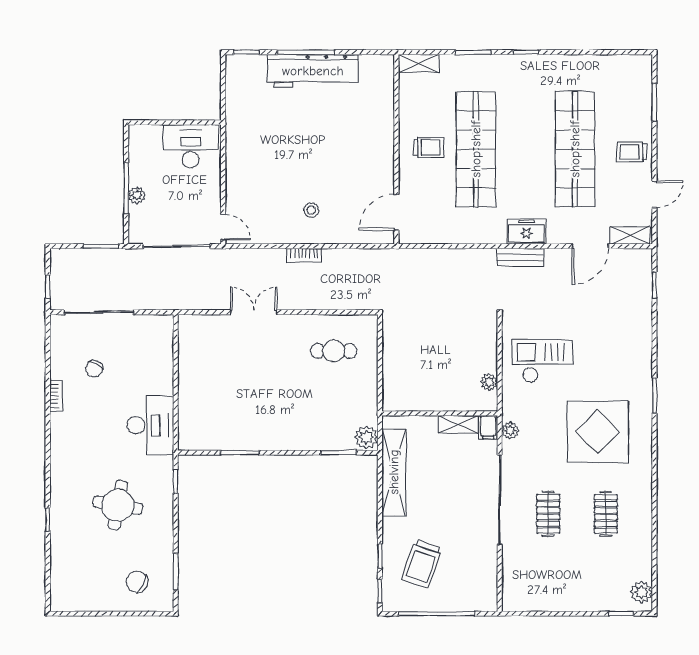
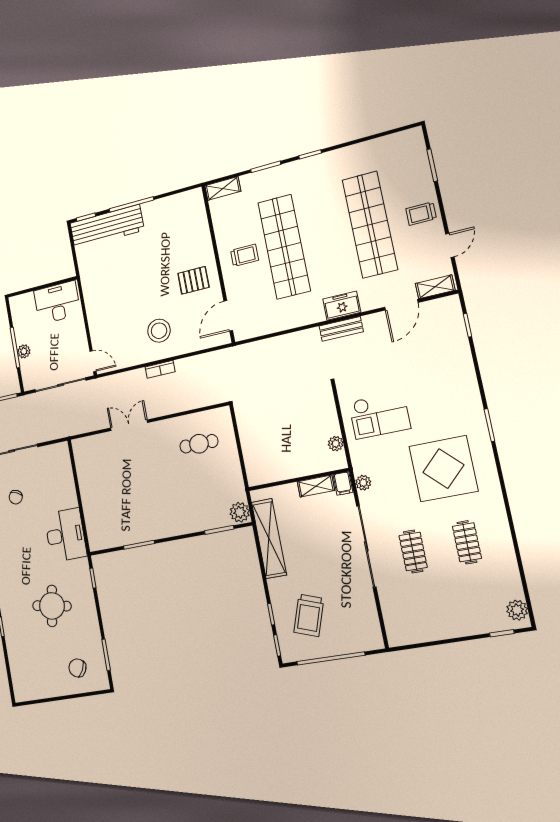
workbench: (313, 71) -> (107, 227), moved
pallet: (364, 161) -> (193, 280), added
stool: (311, 210) -> (159, 331), width x1.89, depth x1.89
checkout: (543, 361) -> (379, 415), turned 180

